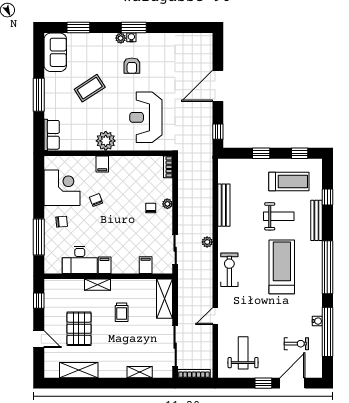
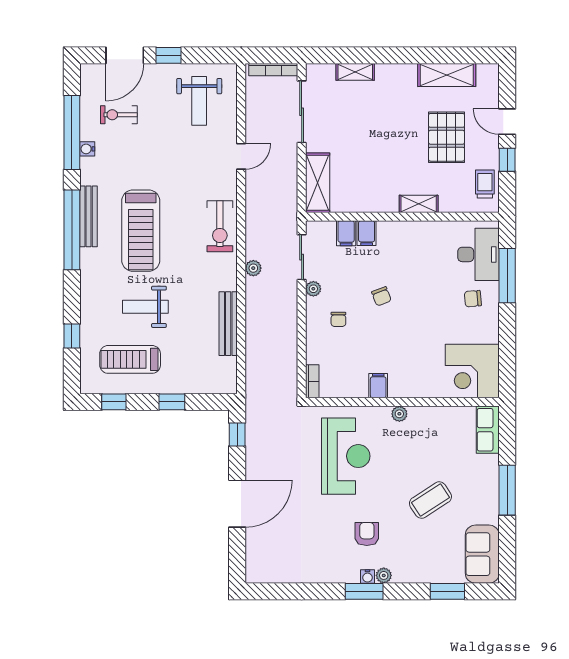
plant: (106, 141) -> (399, 414), width x0.53, depth x0.53
filing cabinet: (102, 164) -> (378, 386), moved
corner desk: (62, 188) -> (472, 371), moved
chair: (96, 200) -> (381, 296), moved
plant: (167, 204) -> (313, 289), moved
bench: (316, 220) -> (89, 216), moved
desk: (80, 260) -> (478, 254), moved, turned 90
filing cabinet: (105, 265) -> (367, 233), moved
window: (39, 301) -> (507, 160), moved
trolley: (122, 312) -> (485, 184), moved

